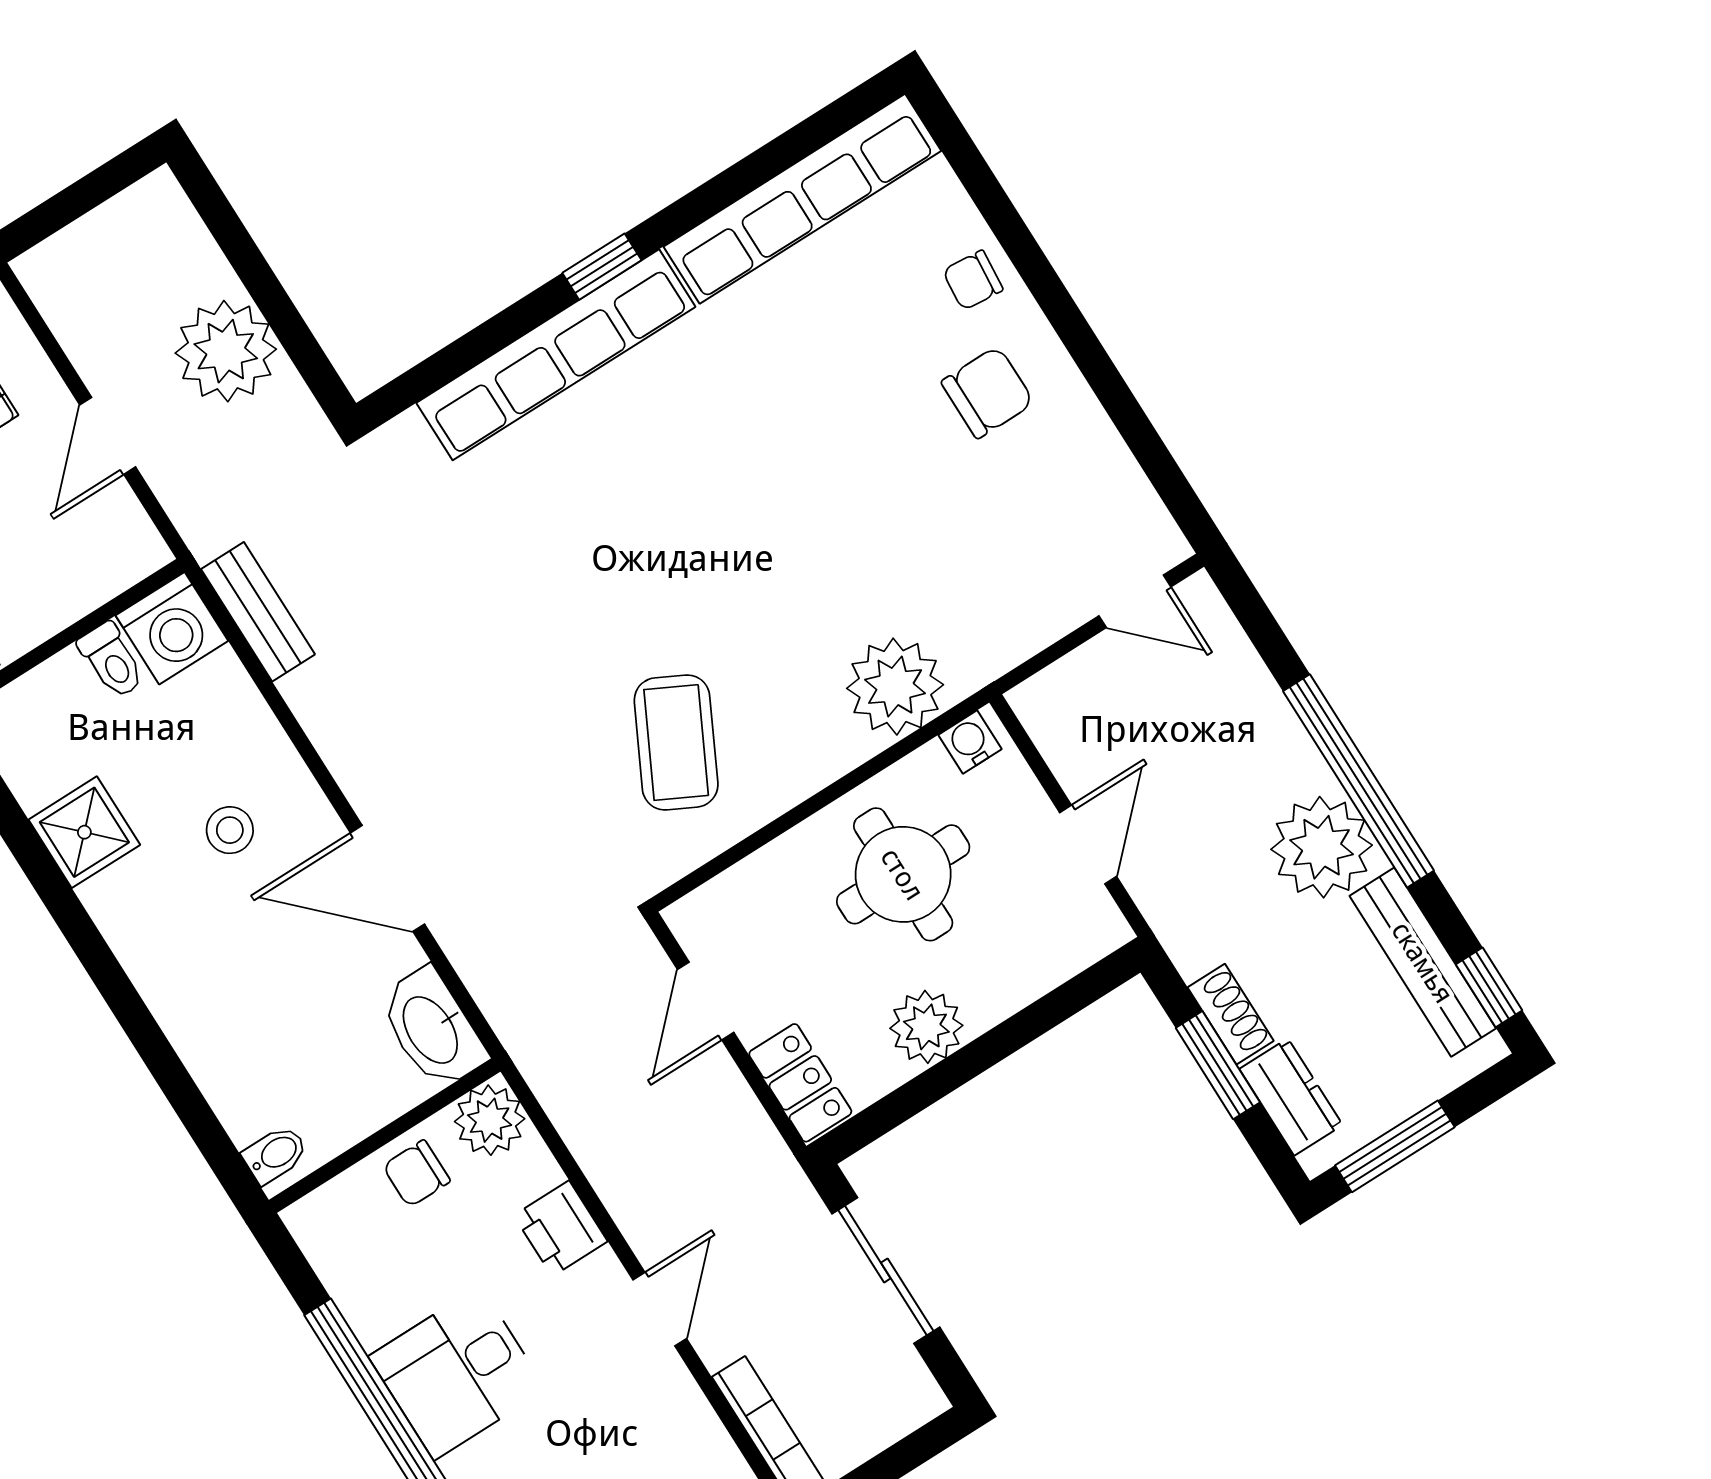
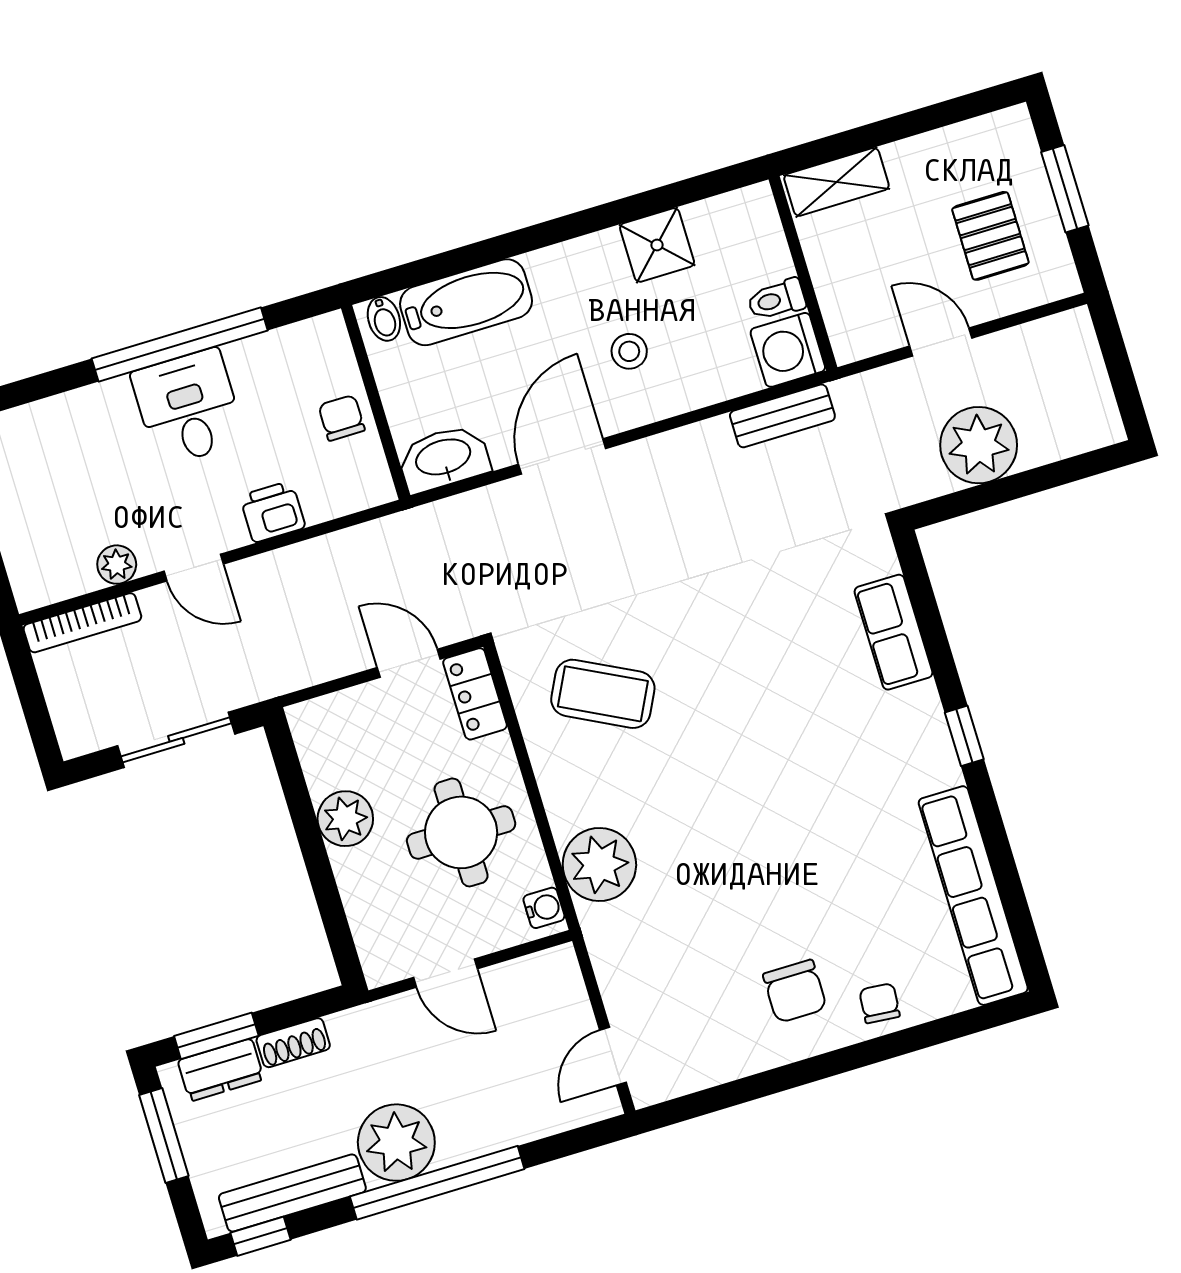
row of seats: (556, 355) -> (893, 632), width x0.50
bathtub: (225, 1056) -> (466, 302), added
window: (1218, 1065) -> (216, 1036), moved
locker: (800, 1083) -> (475, 694), moved, turned 90
plant: (490, 1120) -> (117, 565), moved, width x0.73, depth x0.73

